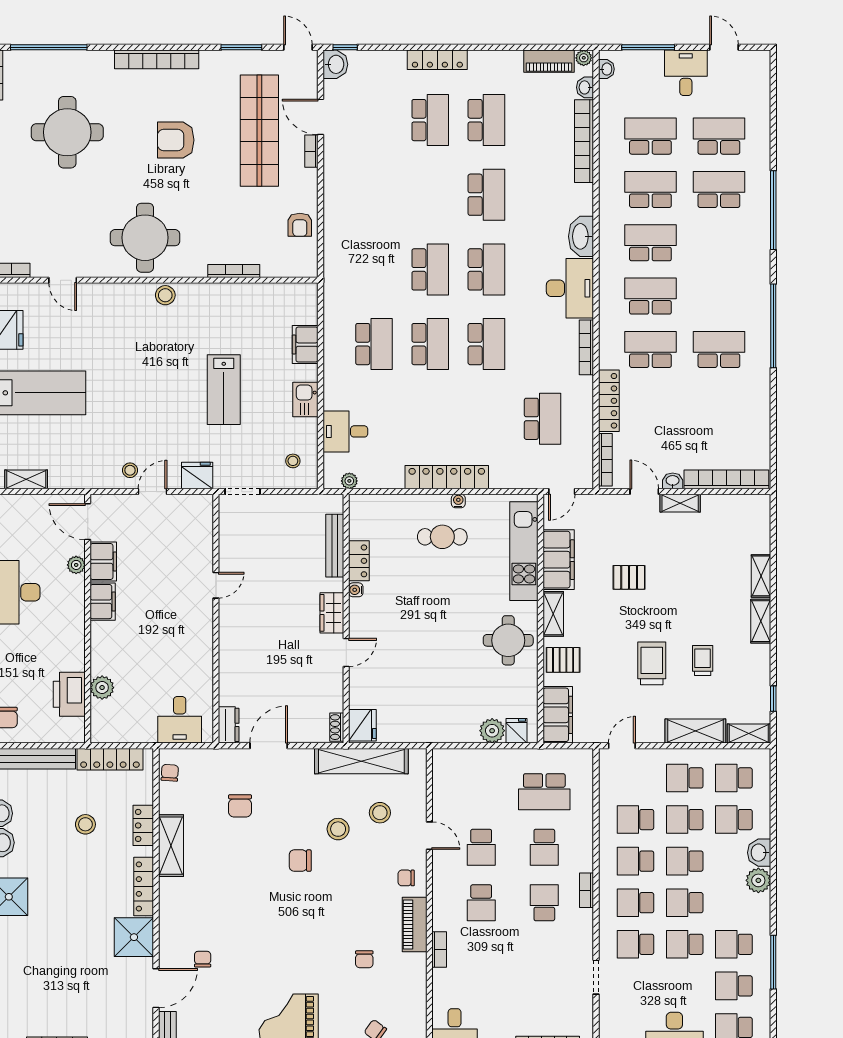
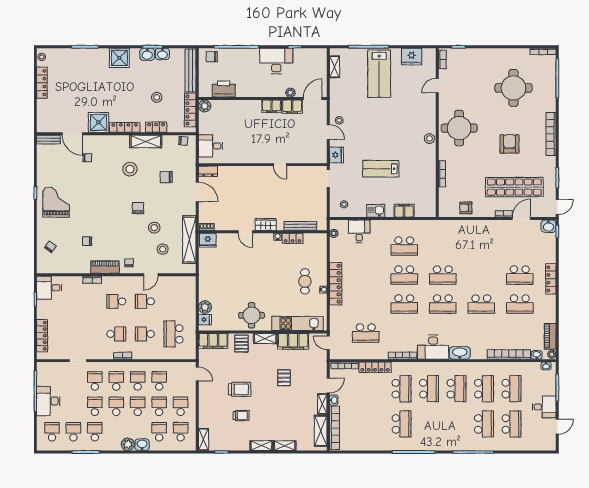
plant: (102, 688) -> (205, 106), moved
shelving: (695, 731) -> (321, 431), moved
stool: (225, 876) -> (130, 169), added

